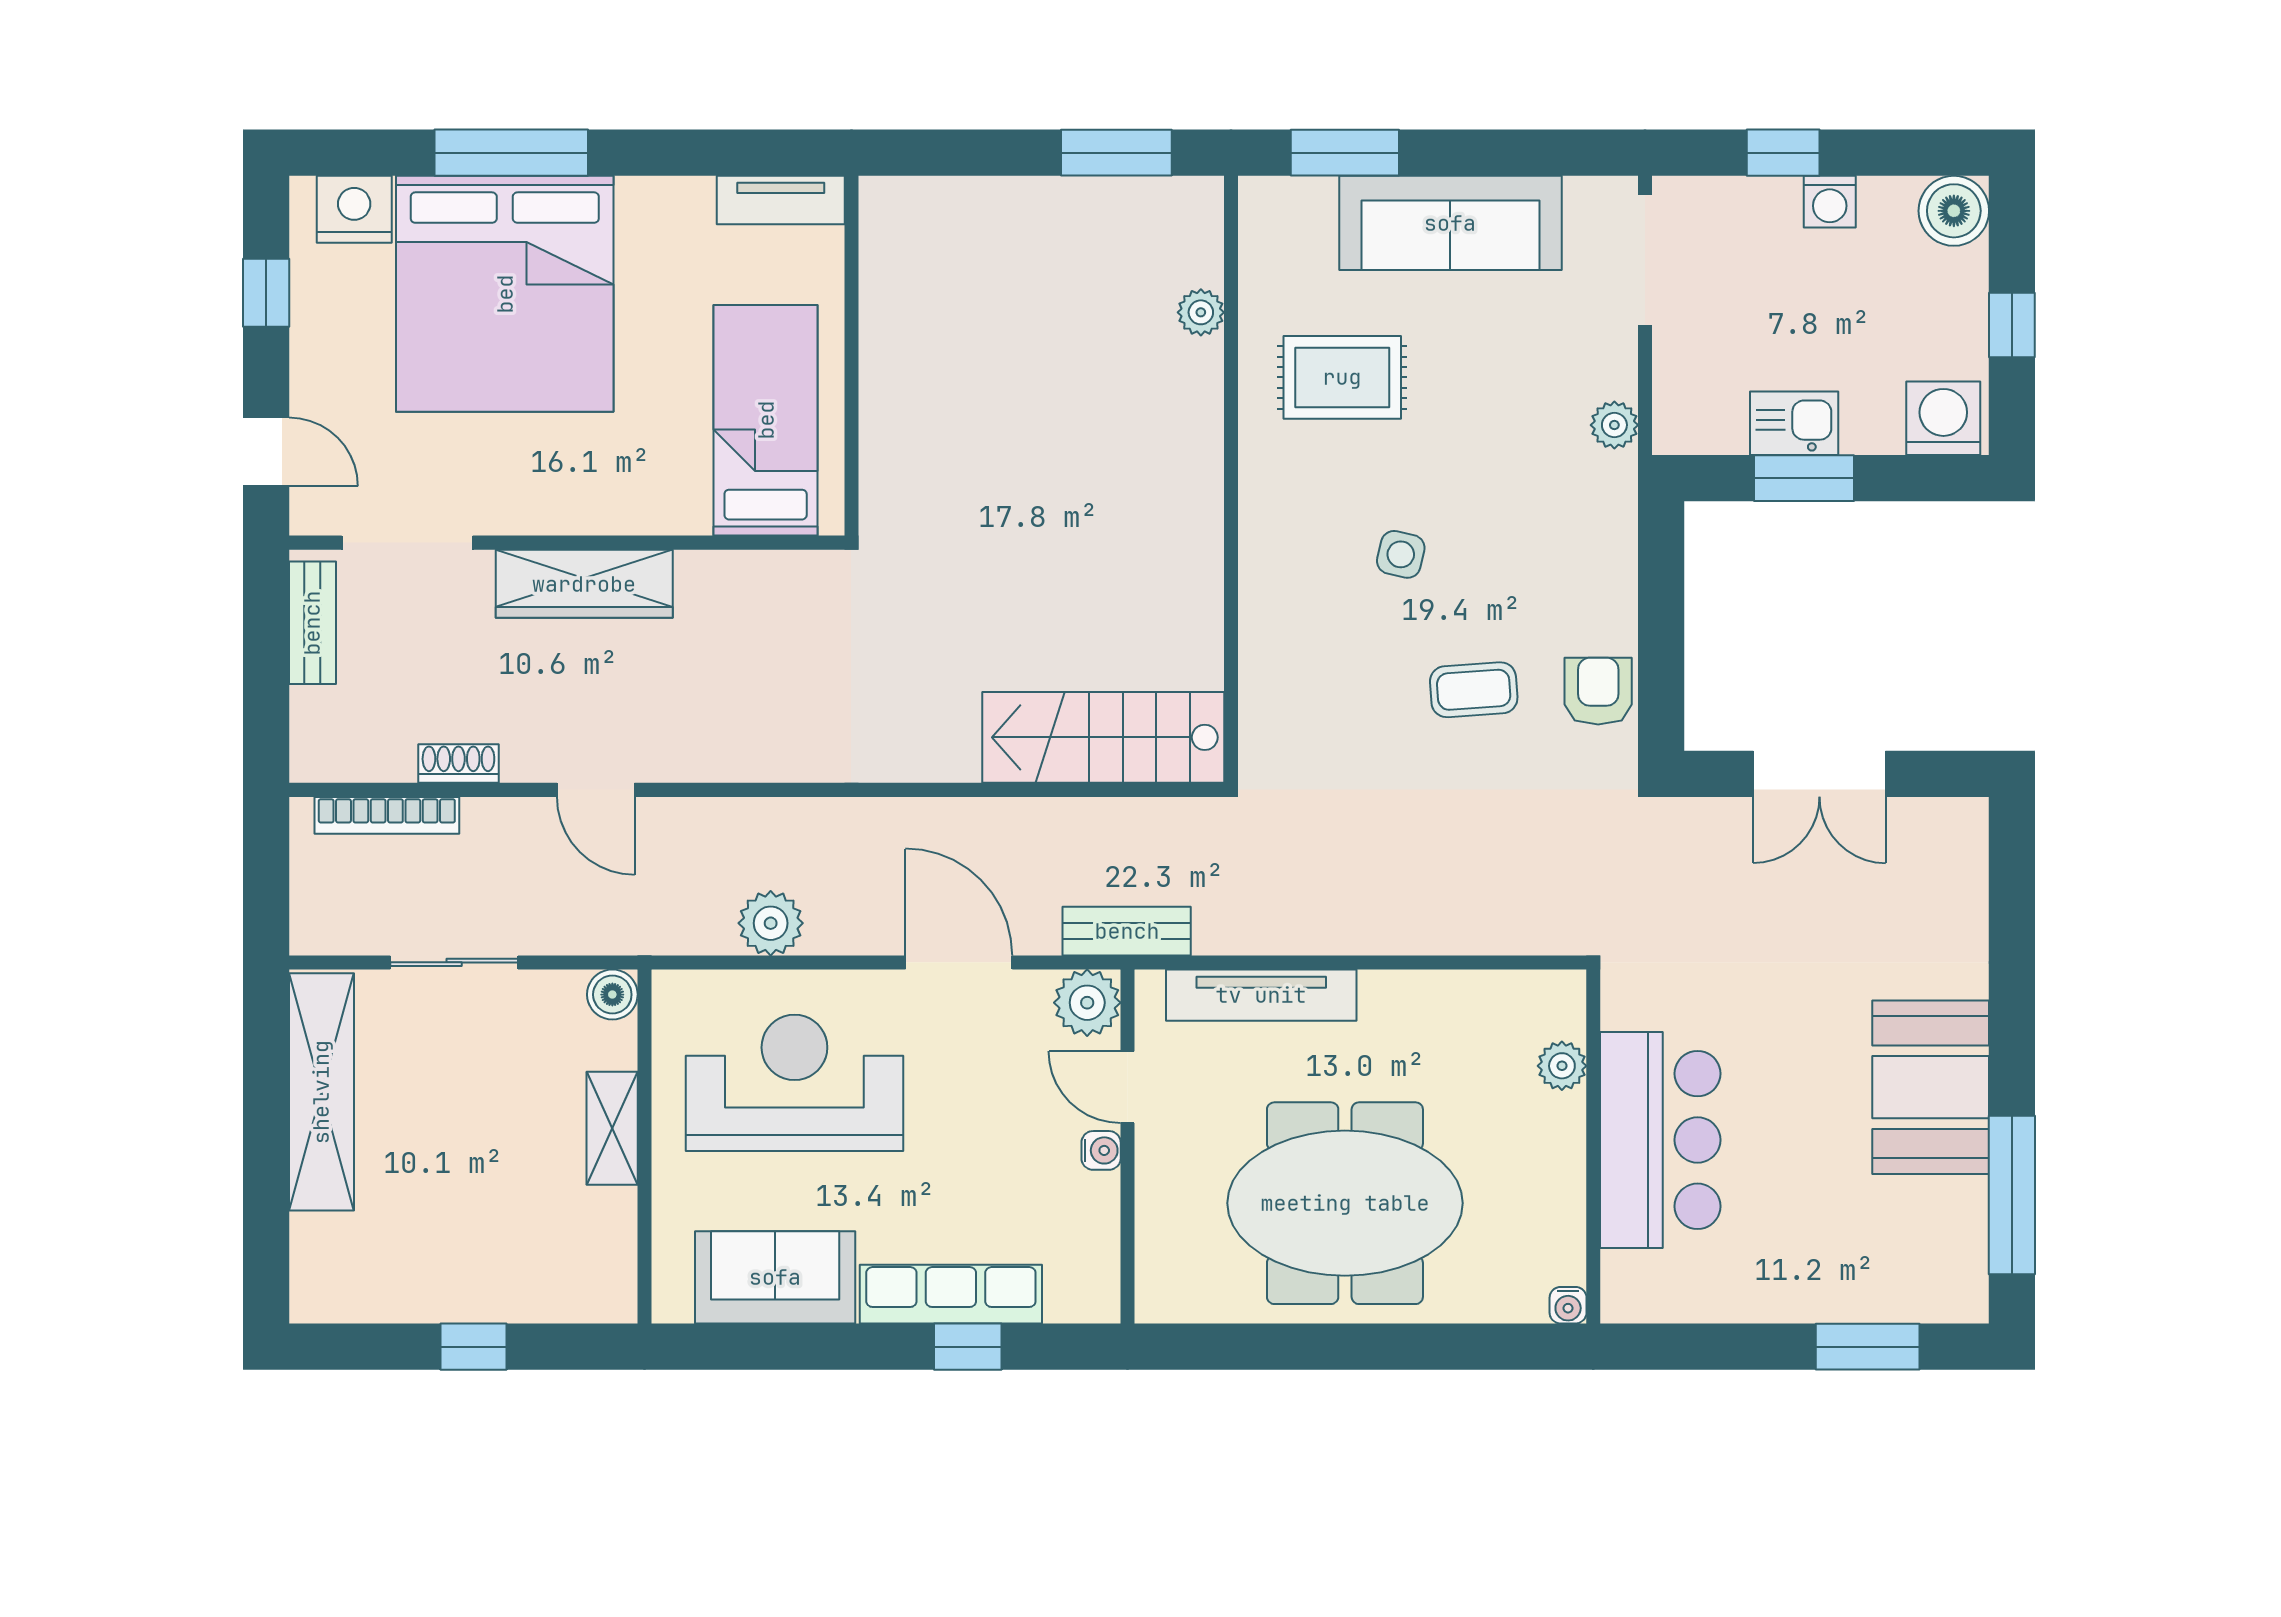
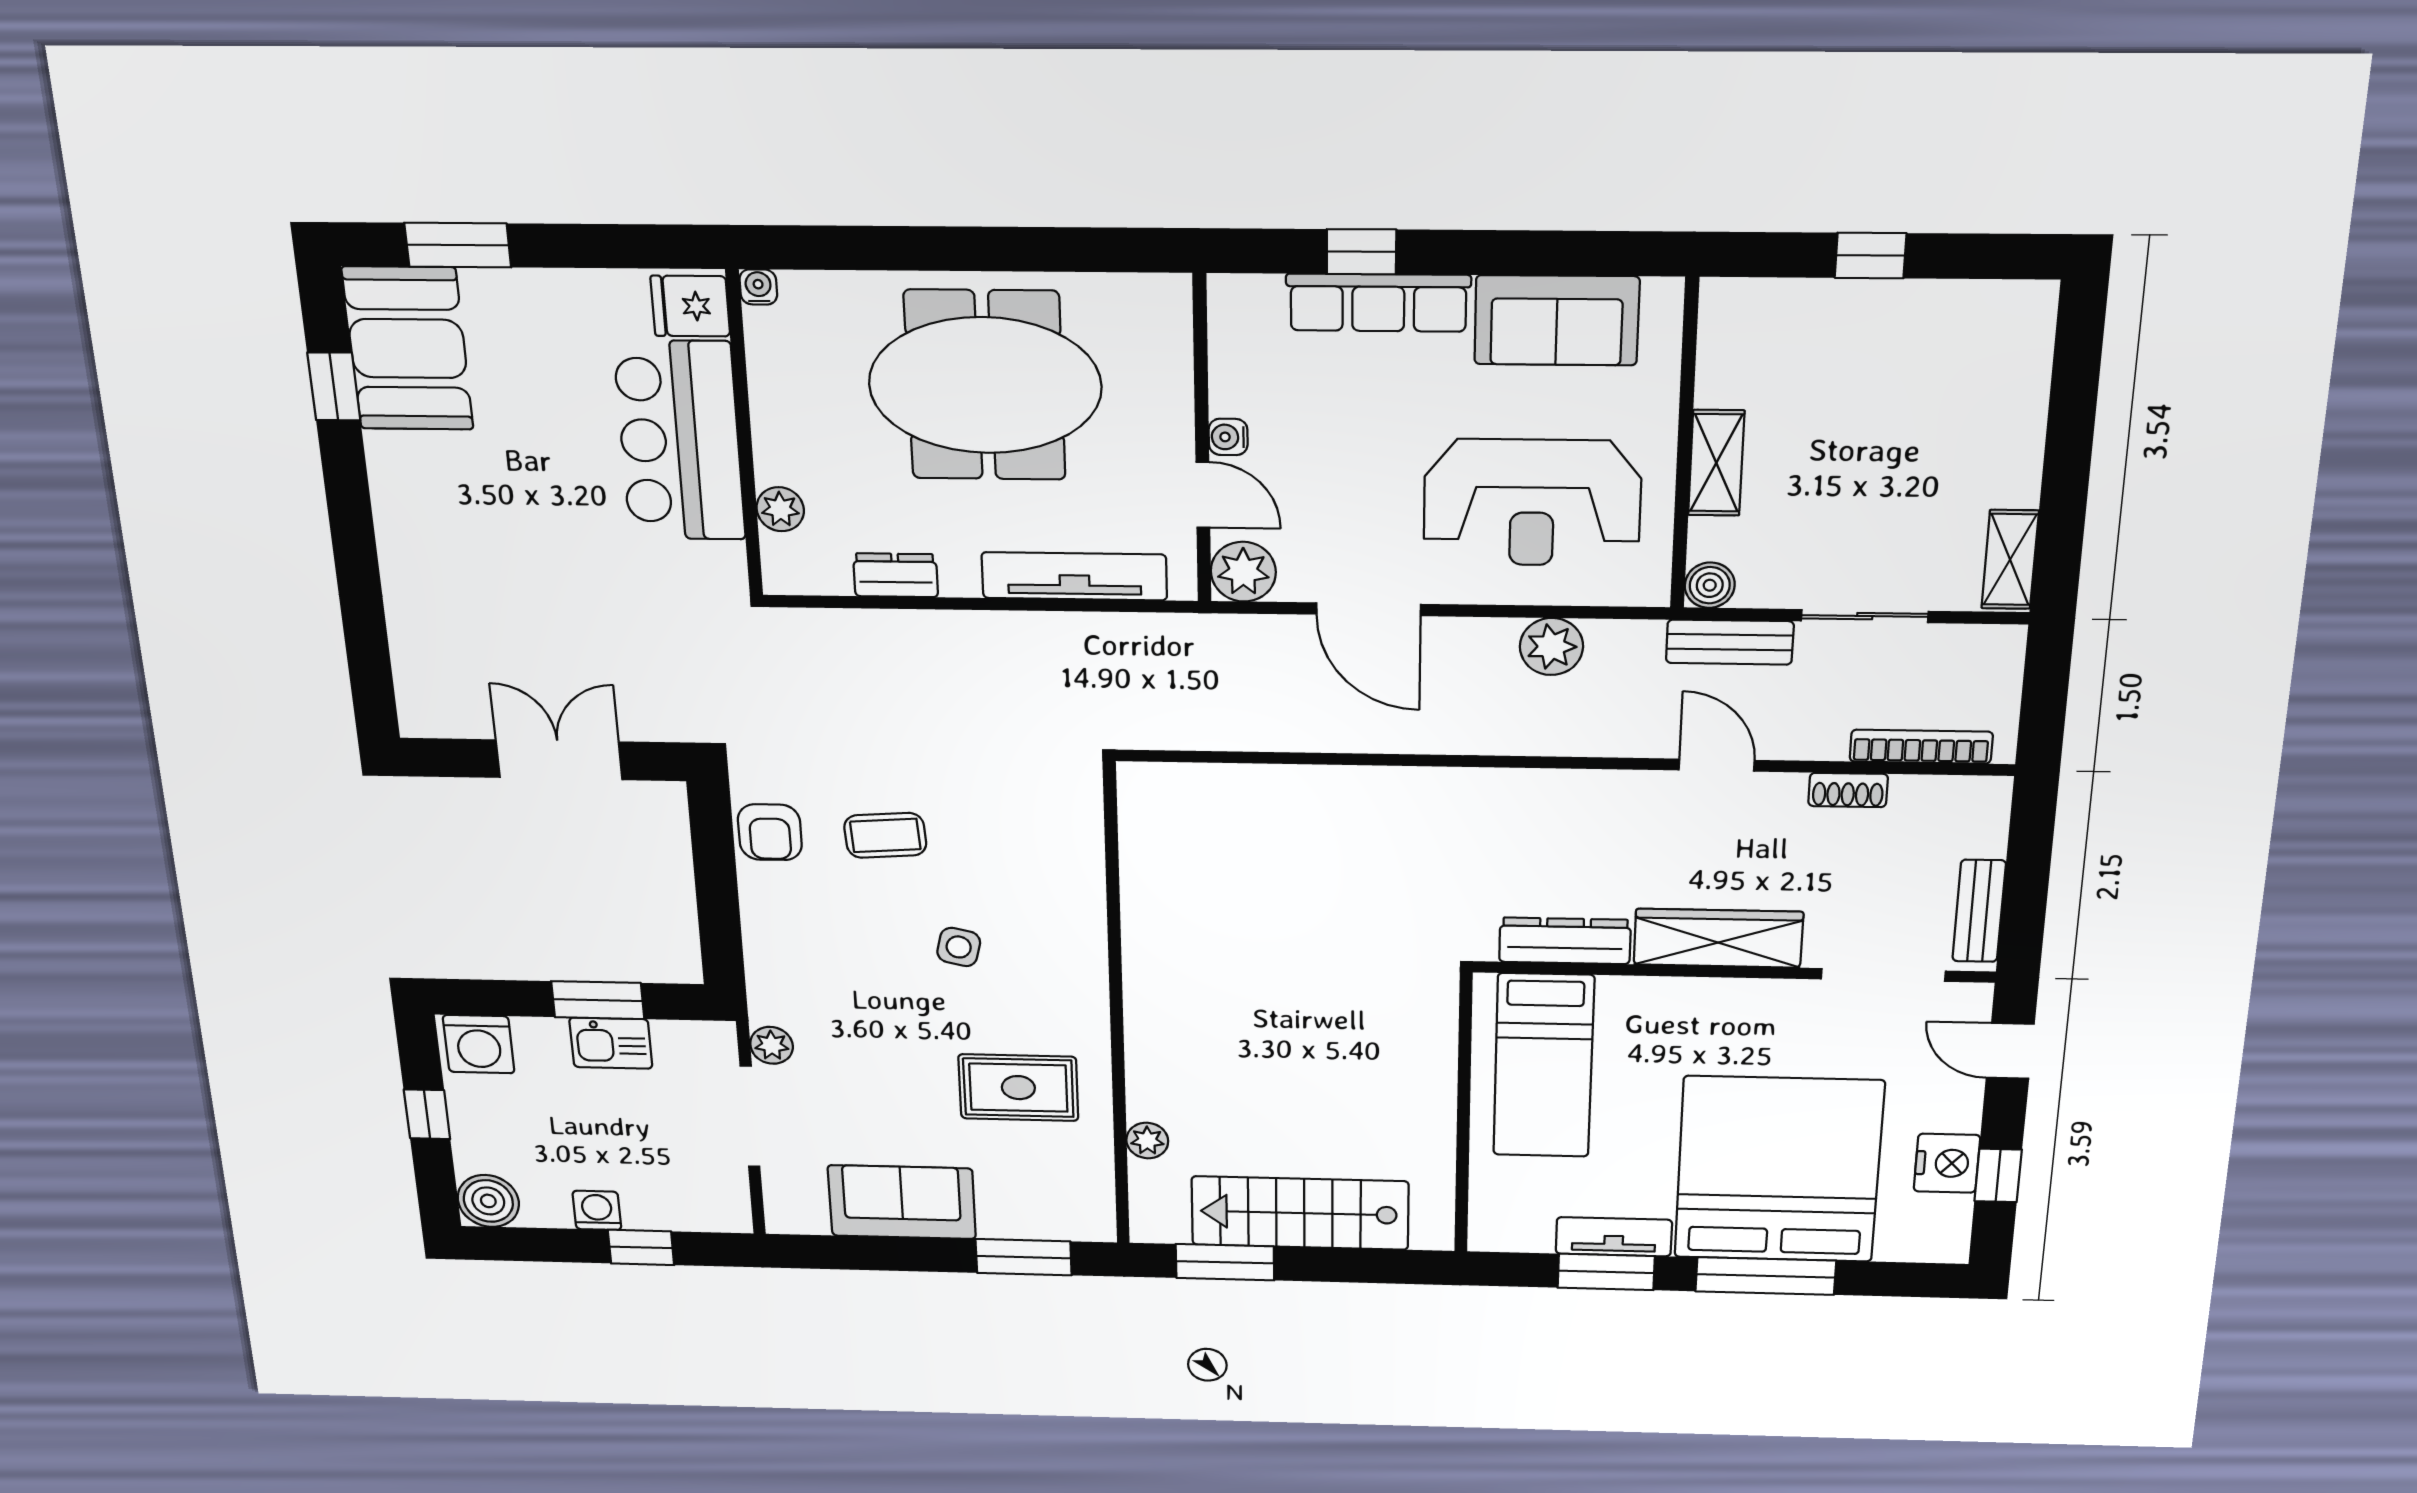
window: (689, 153) -> (1606, 1272), added
tv unit: (781, 200) -> (1614, 1237), moved
nightstand: (354, 209) -> (1947, 1163), moved, turned -90
sofa: (1450, 223) -> (902, 1202), width x0.73
doorway: (1645, 260) -> (750, 1116), moved
dresser: (747, 577) -> (1565, 941), added
stairs: (1103, 737) -> (1300, 1213), moved, turned 180
bench: (1127, 931) -> (1730, 642), moved
dresser: (1447, 994) -> (896, 575), added
booth: (1931, 1087) -> (408, 349), moved
shelving: (321, 1092) -> (2010, 560), width x0.45, depth x0.75
window: (2012, 1195) -> (334, 386), width x0.46
fridge: (1638, 1285) -> (690, 306), added

